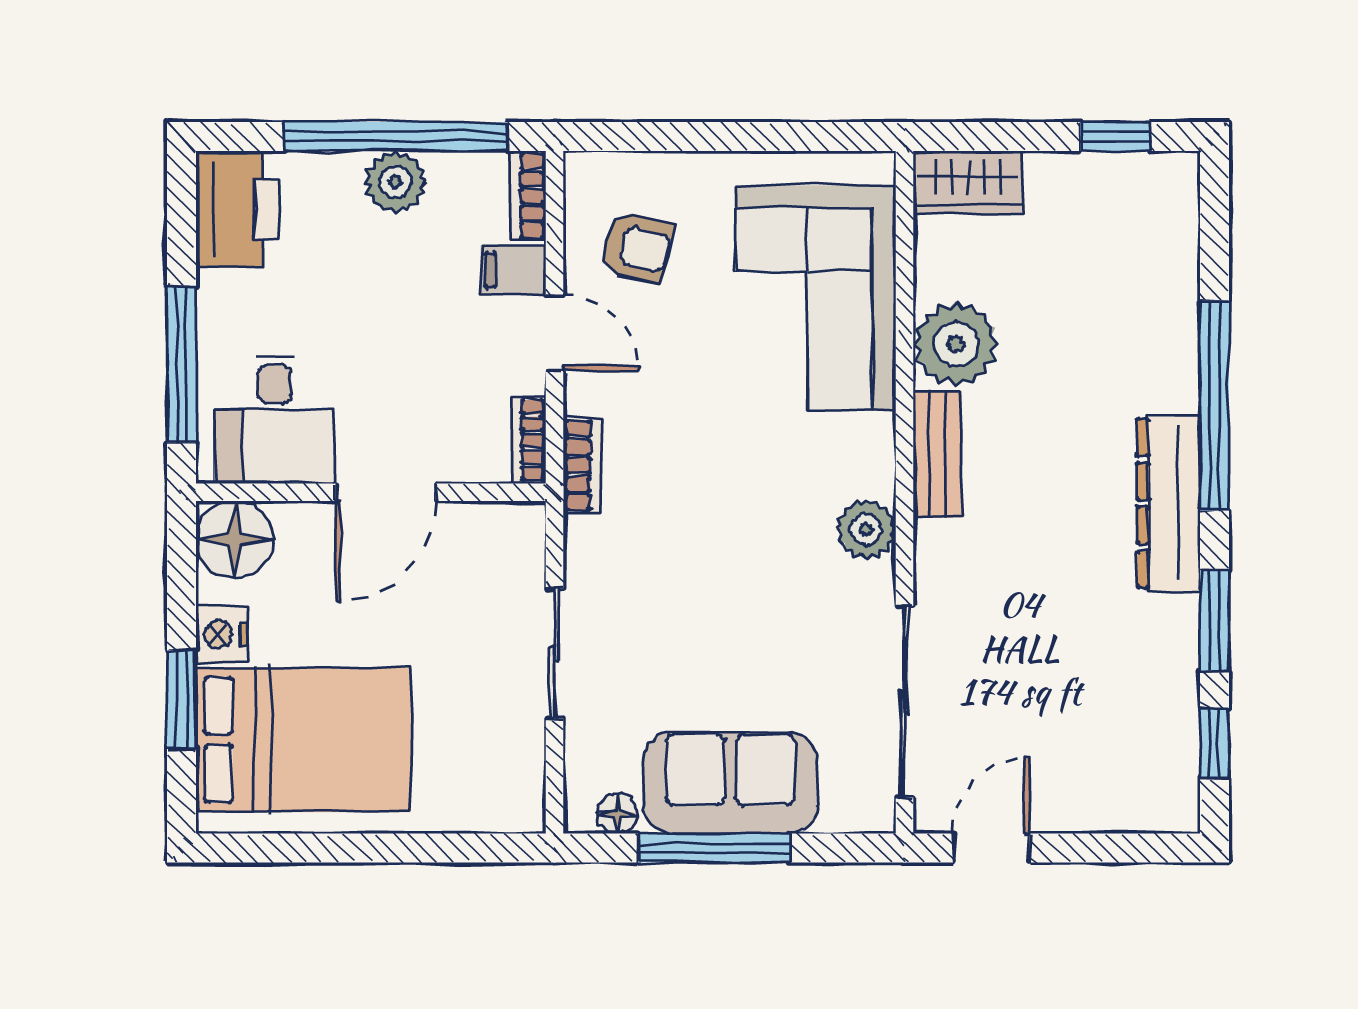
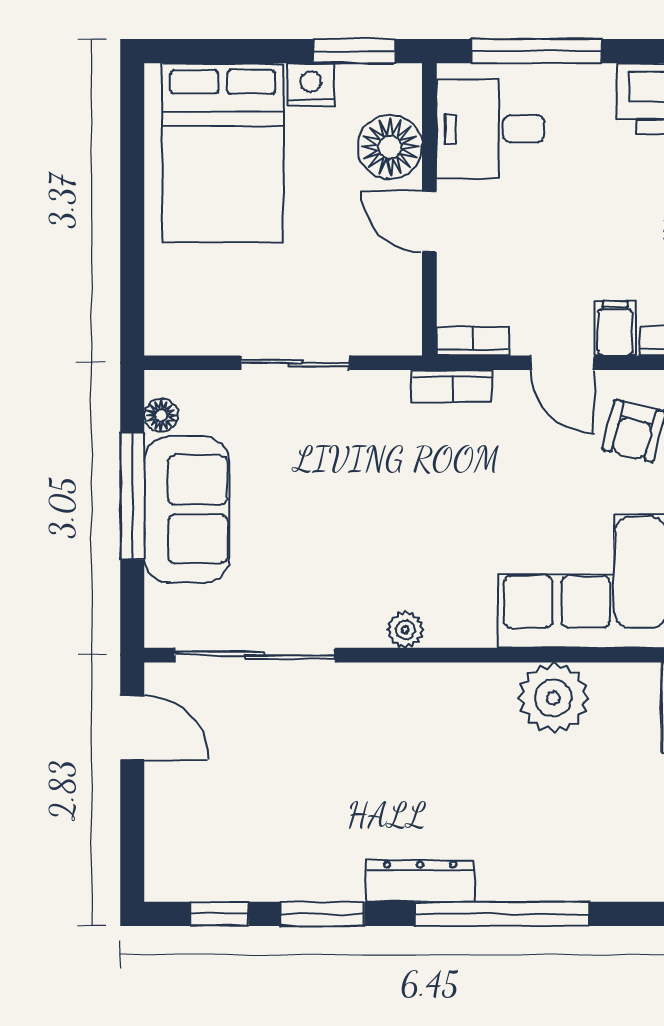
door: (555, 333) -> (562, 363), hinge flipped
bench: (937, 454) -> (461, 683), removed
door: (386, 492) -> (429, 222), width x0.73
dresser: (1169, 503) -> (420, 881), width x0.73, depth x0.80
plant: (866, 529) -> (405, 630), width x0.73, depth x0.73
floor lamp: (235, 540) -> (390, 147), moved
window: (182, 699) -> (354, 51), moved

